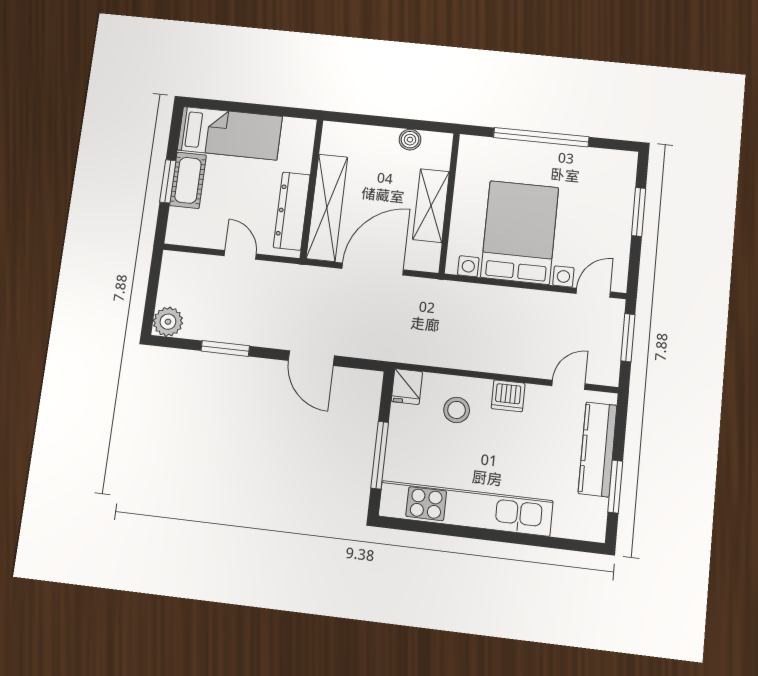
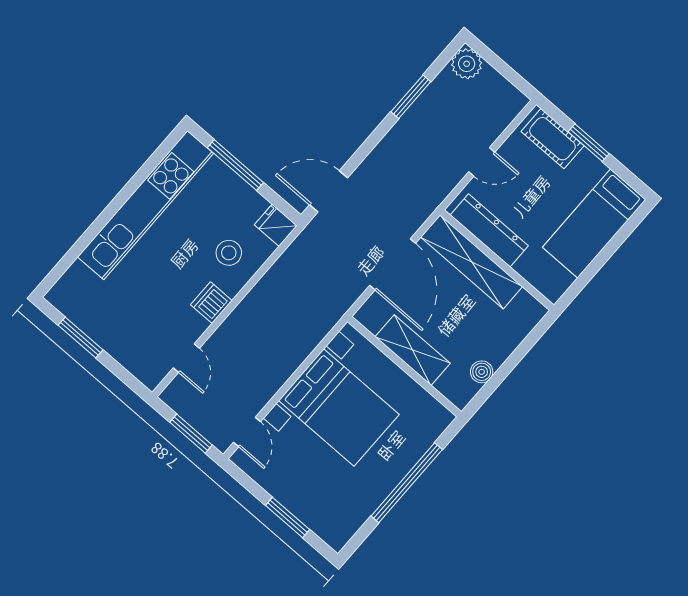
cot: (188, 180) -> (552, 139), moved
door: (311, 358) -> (329, 191), moved
kitchen counter: (598, 449) -> (119, 344), removed

